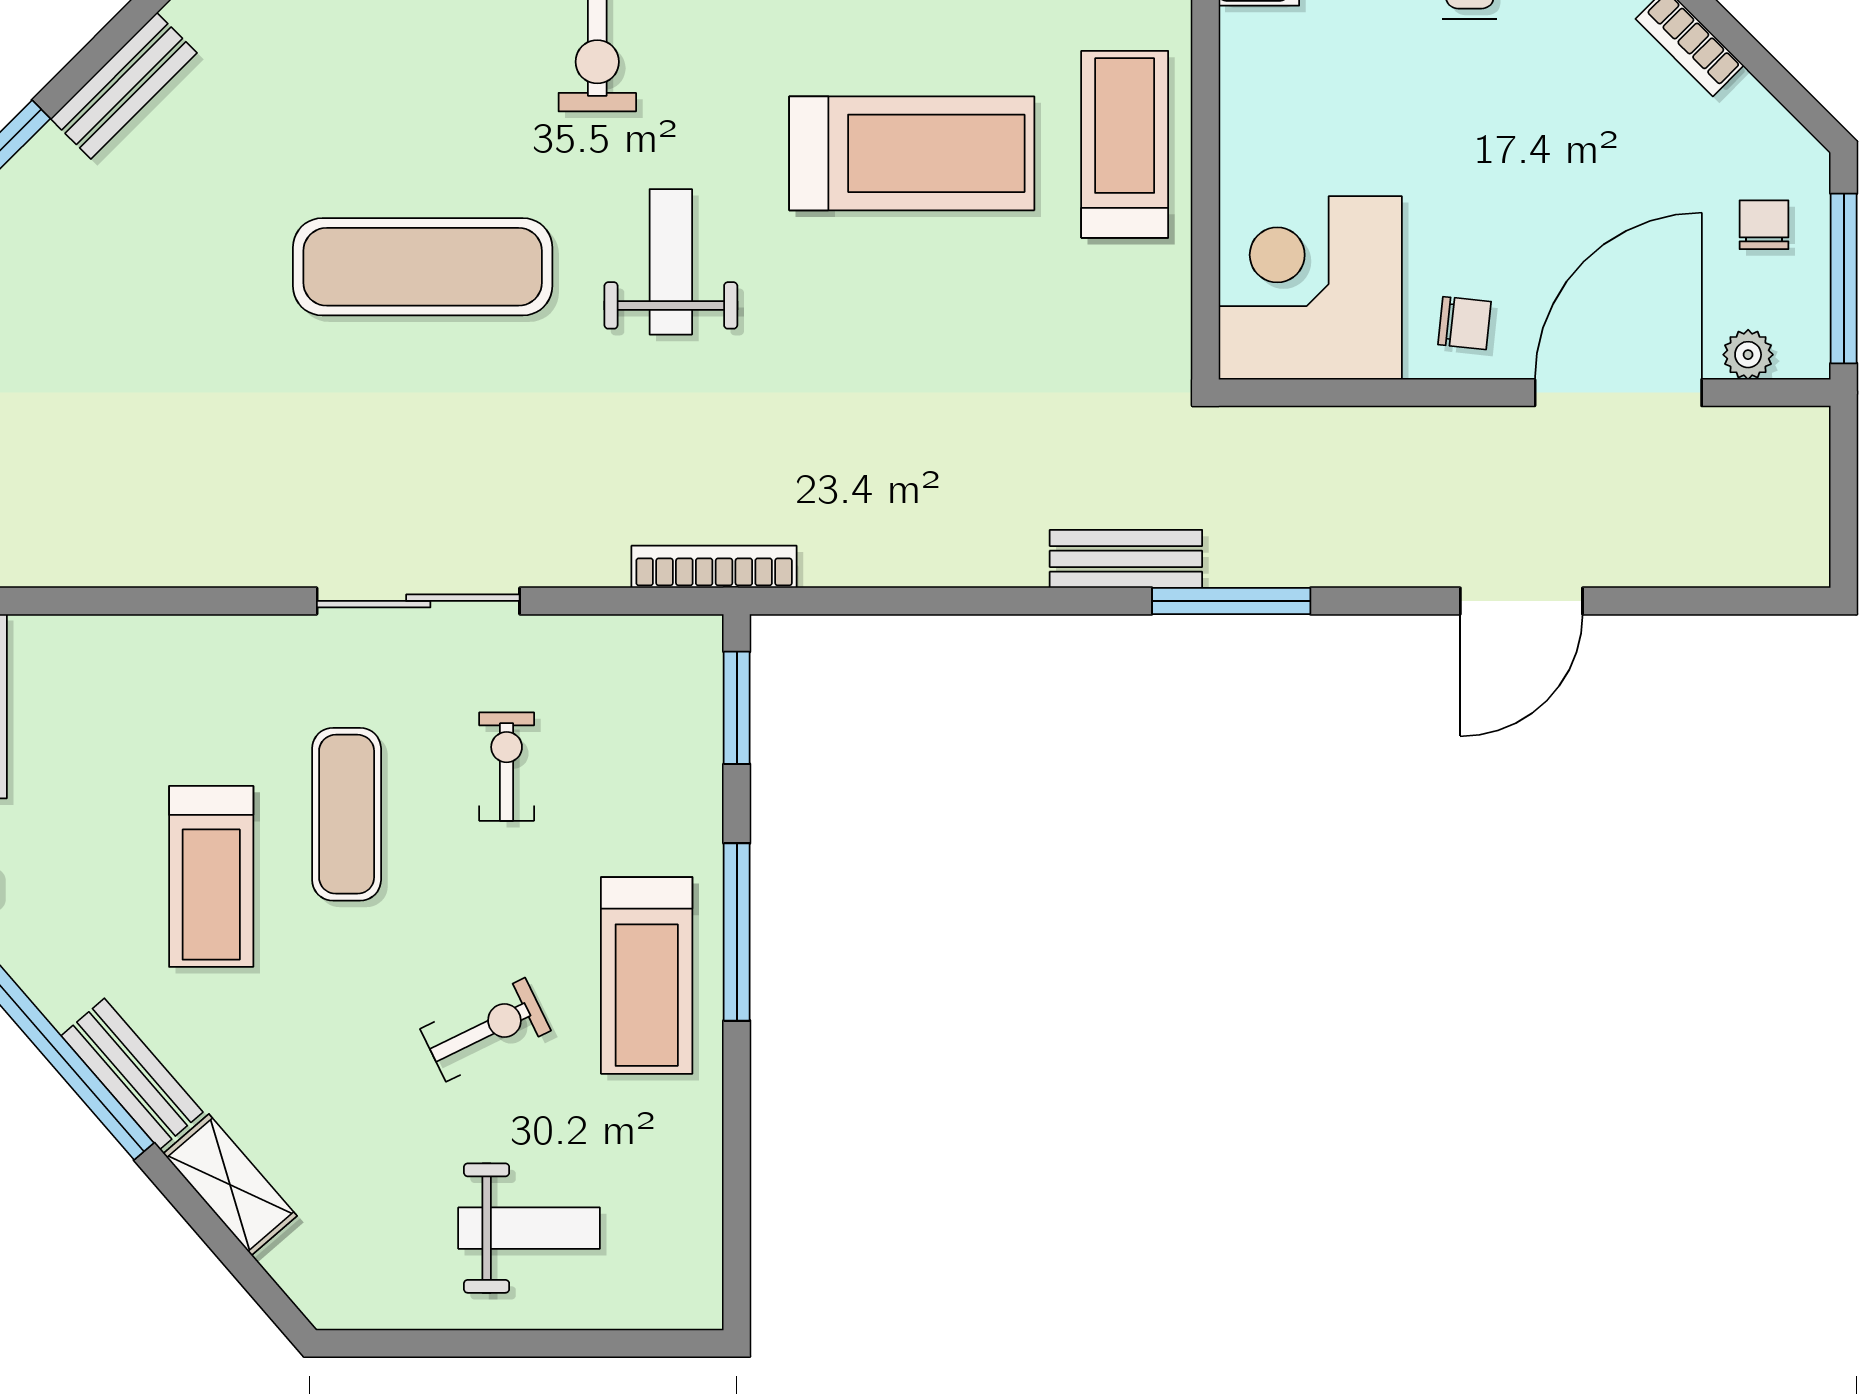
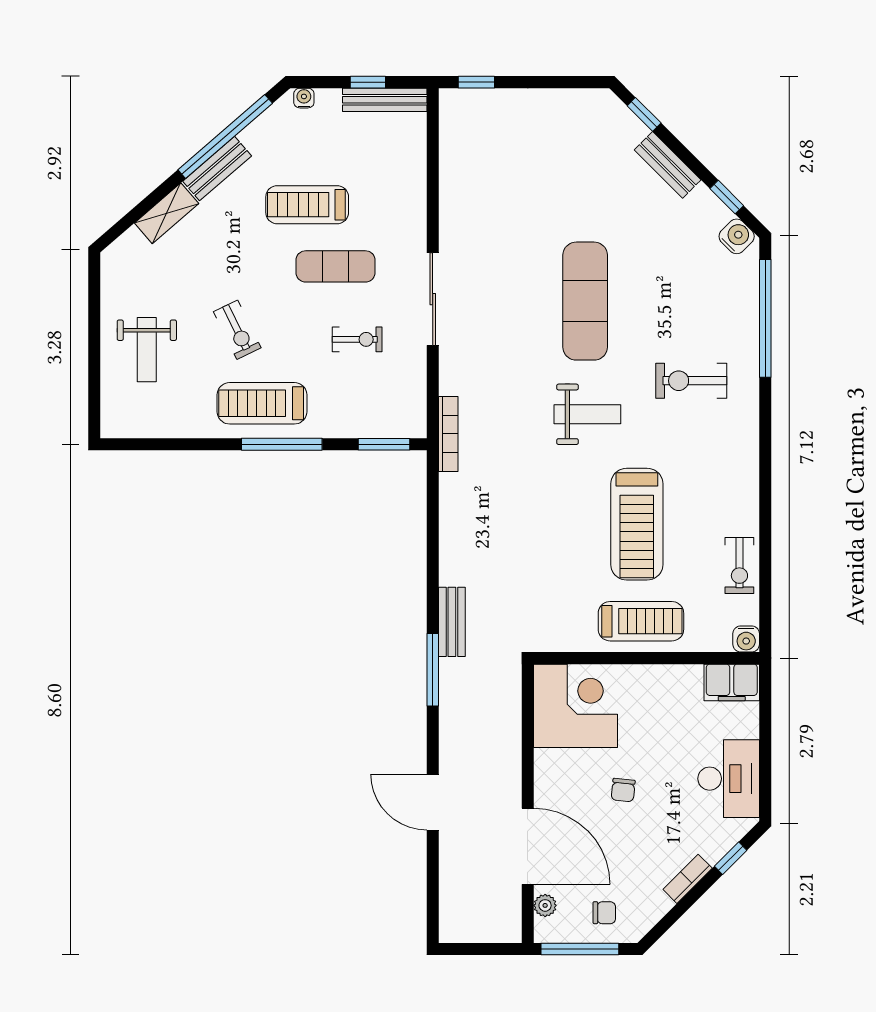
chair: (1465, 323) -> (623, 790), moved

